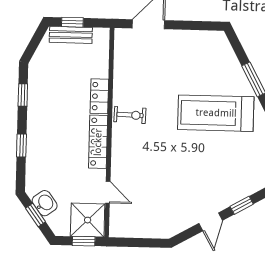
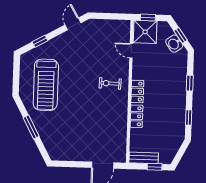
bench: (71, 35) -> (144, 158), moved
treadmill: (216, 113) -> (46, 85), moved, turned 90
exercise bike: (130, 115) -> (110, 83), moved
locker: (98, 142) -> (137, 91), width x0.66
door: (211, 222) -> (73, 24), moved

